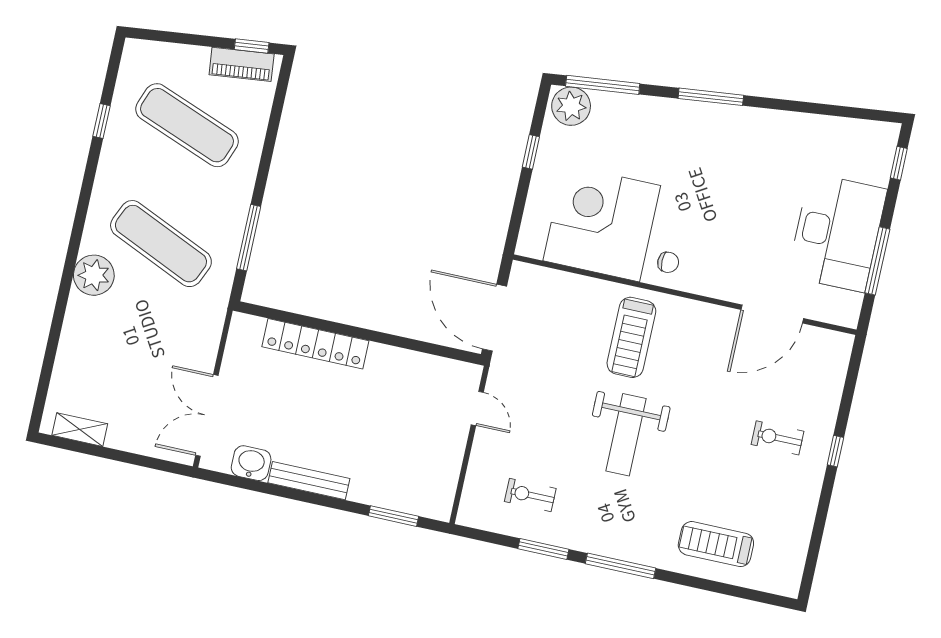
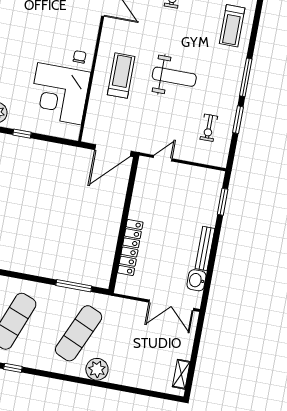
treadmill: (631, 337) -> (121, 76), turned -90

